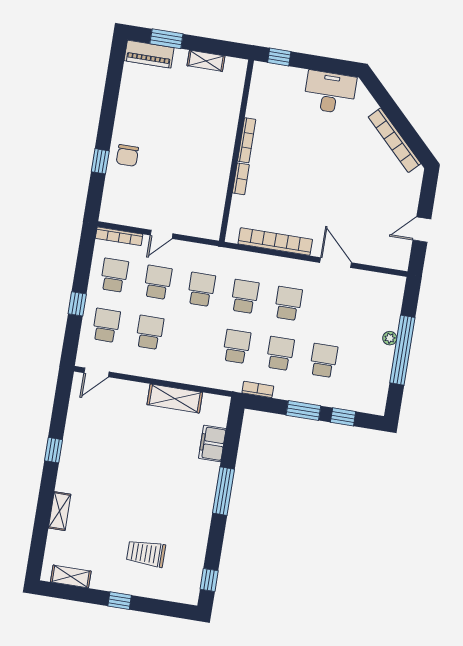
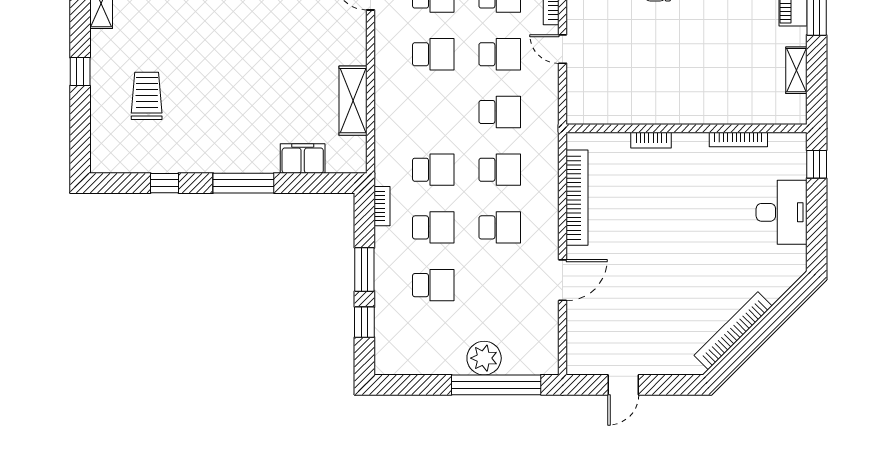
desk: (330, 92) -> (782, 212), moved
bookcase: (247, 140) -> (738, 139), moved
door: (422, 230) -> (623, 385), swing flipped
plant: (390, 338) -> (484, 358), width x1.88, depth x1.88
window: (402, 350) -> (496, 385), moved
window: (209, 580) -> (164, 183), moved

